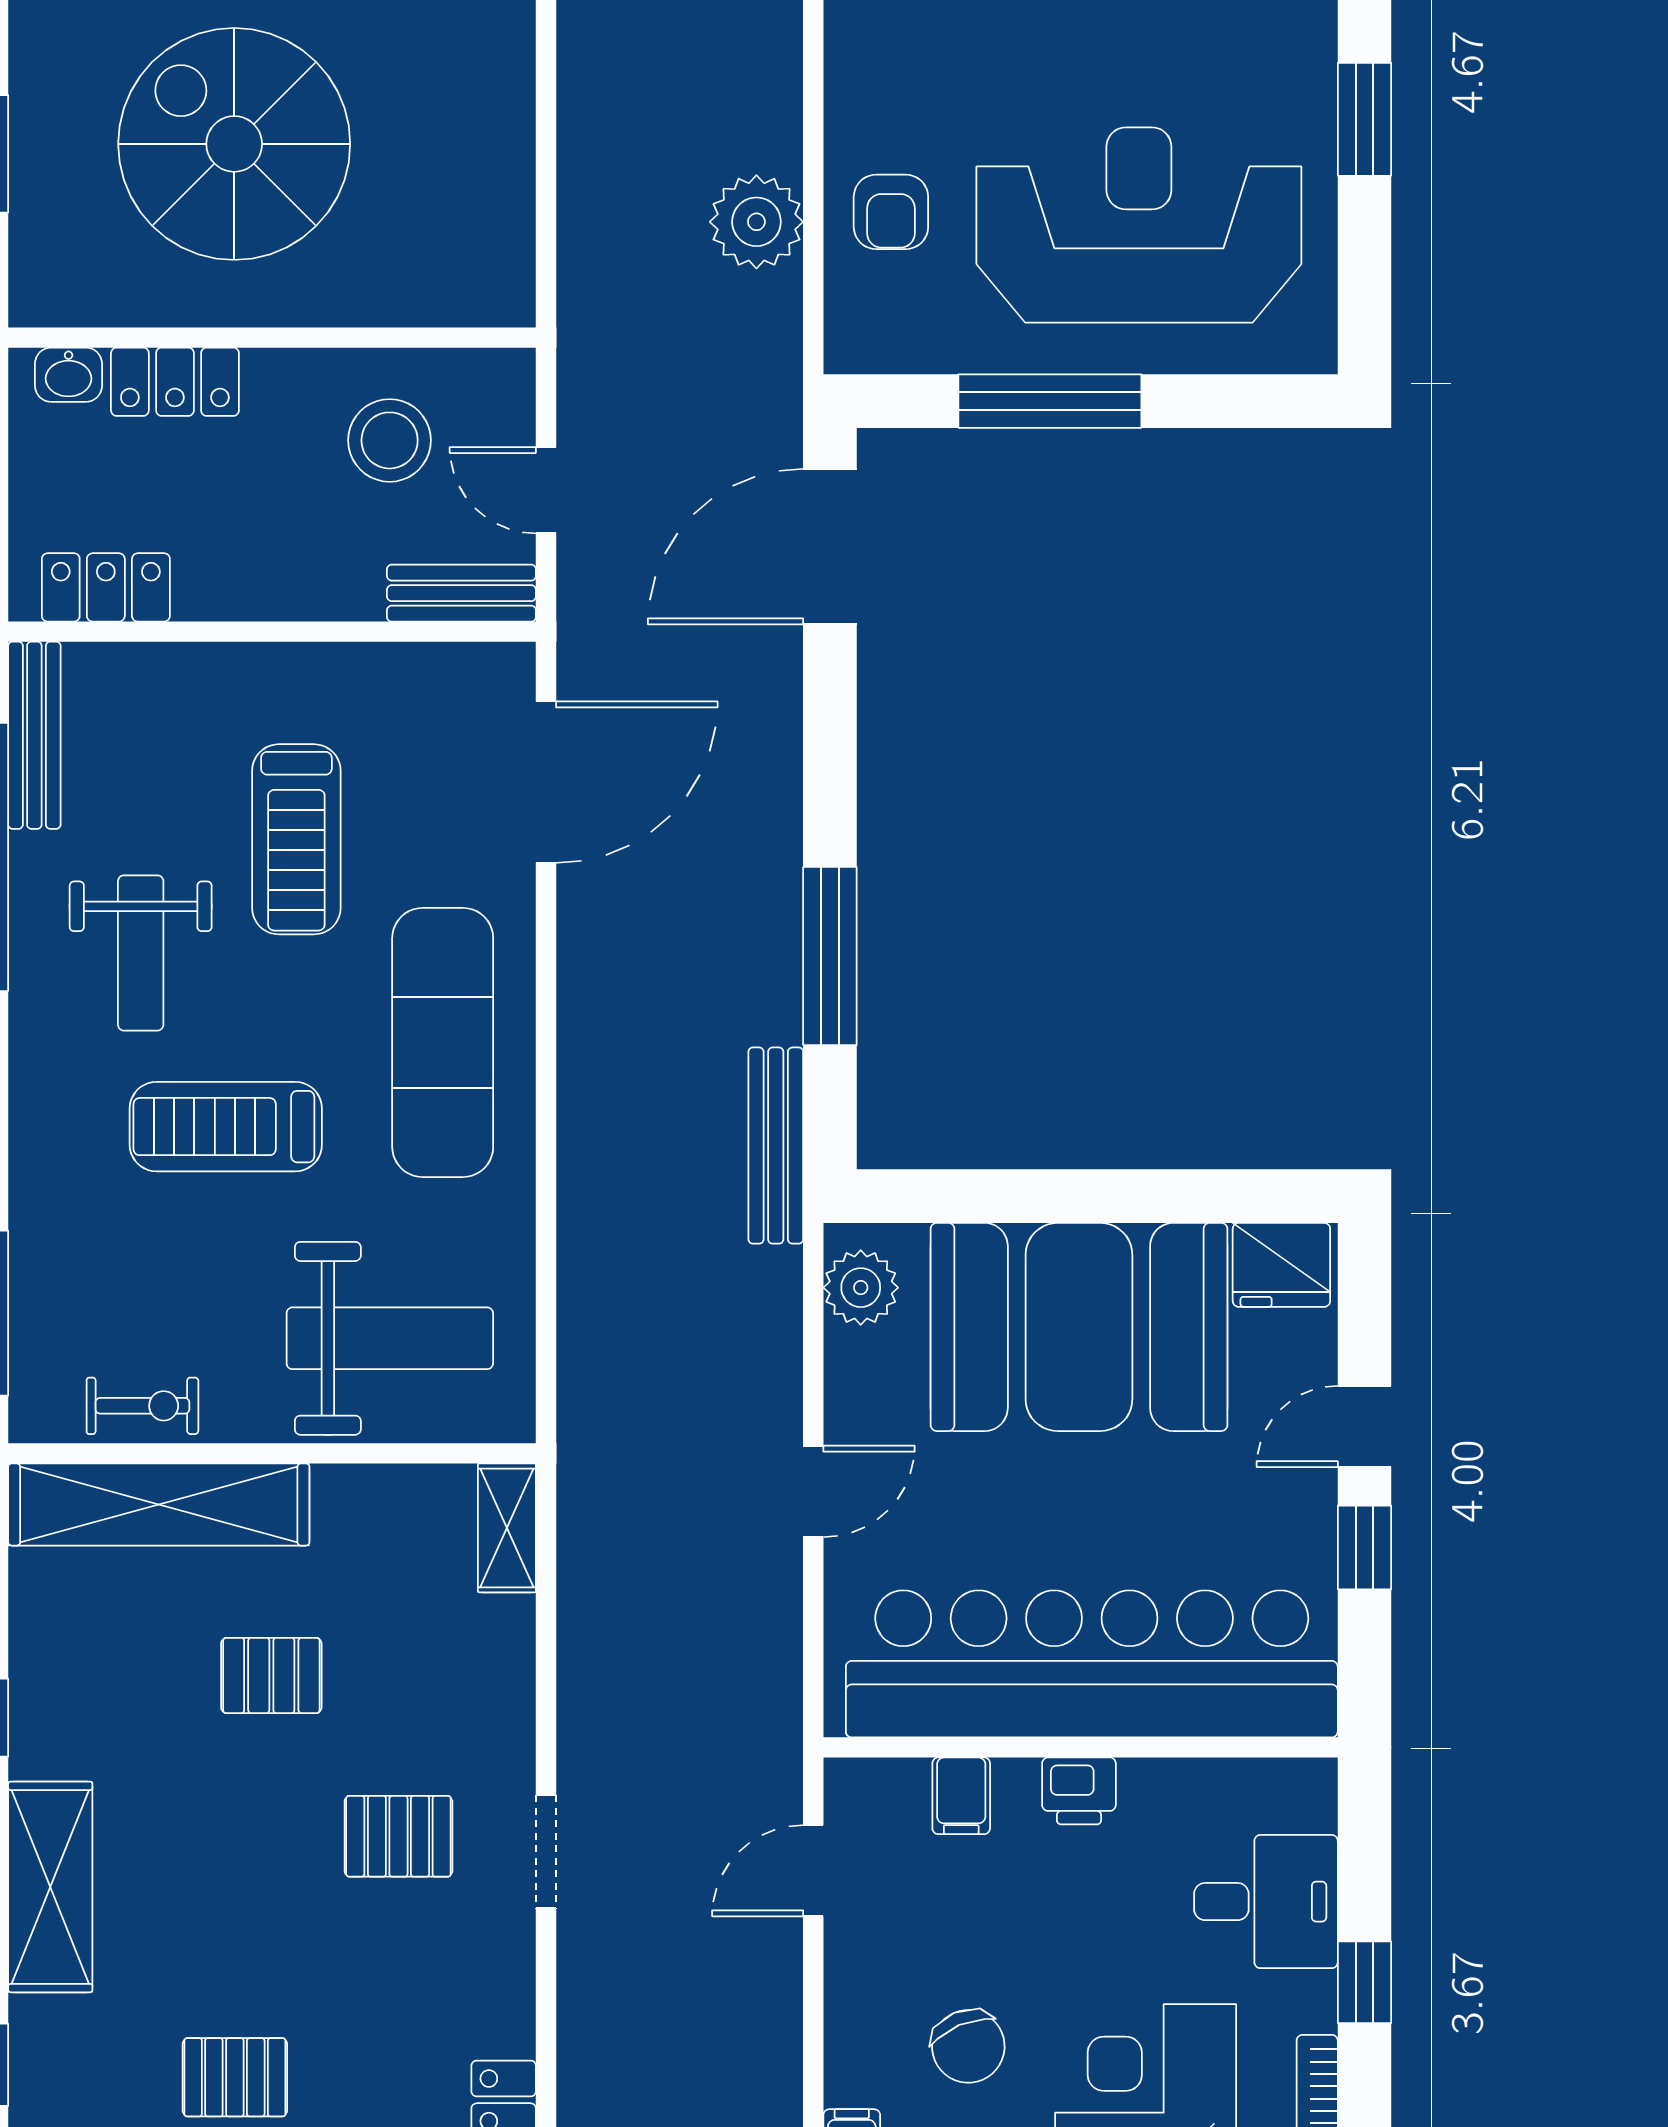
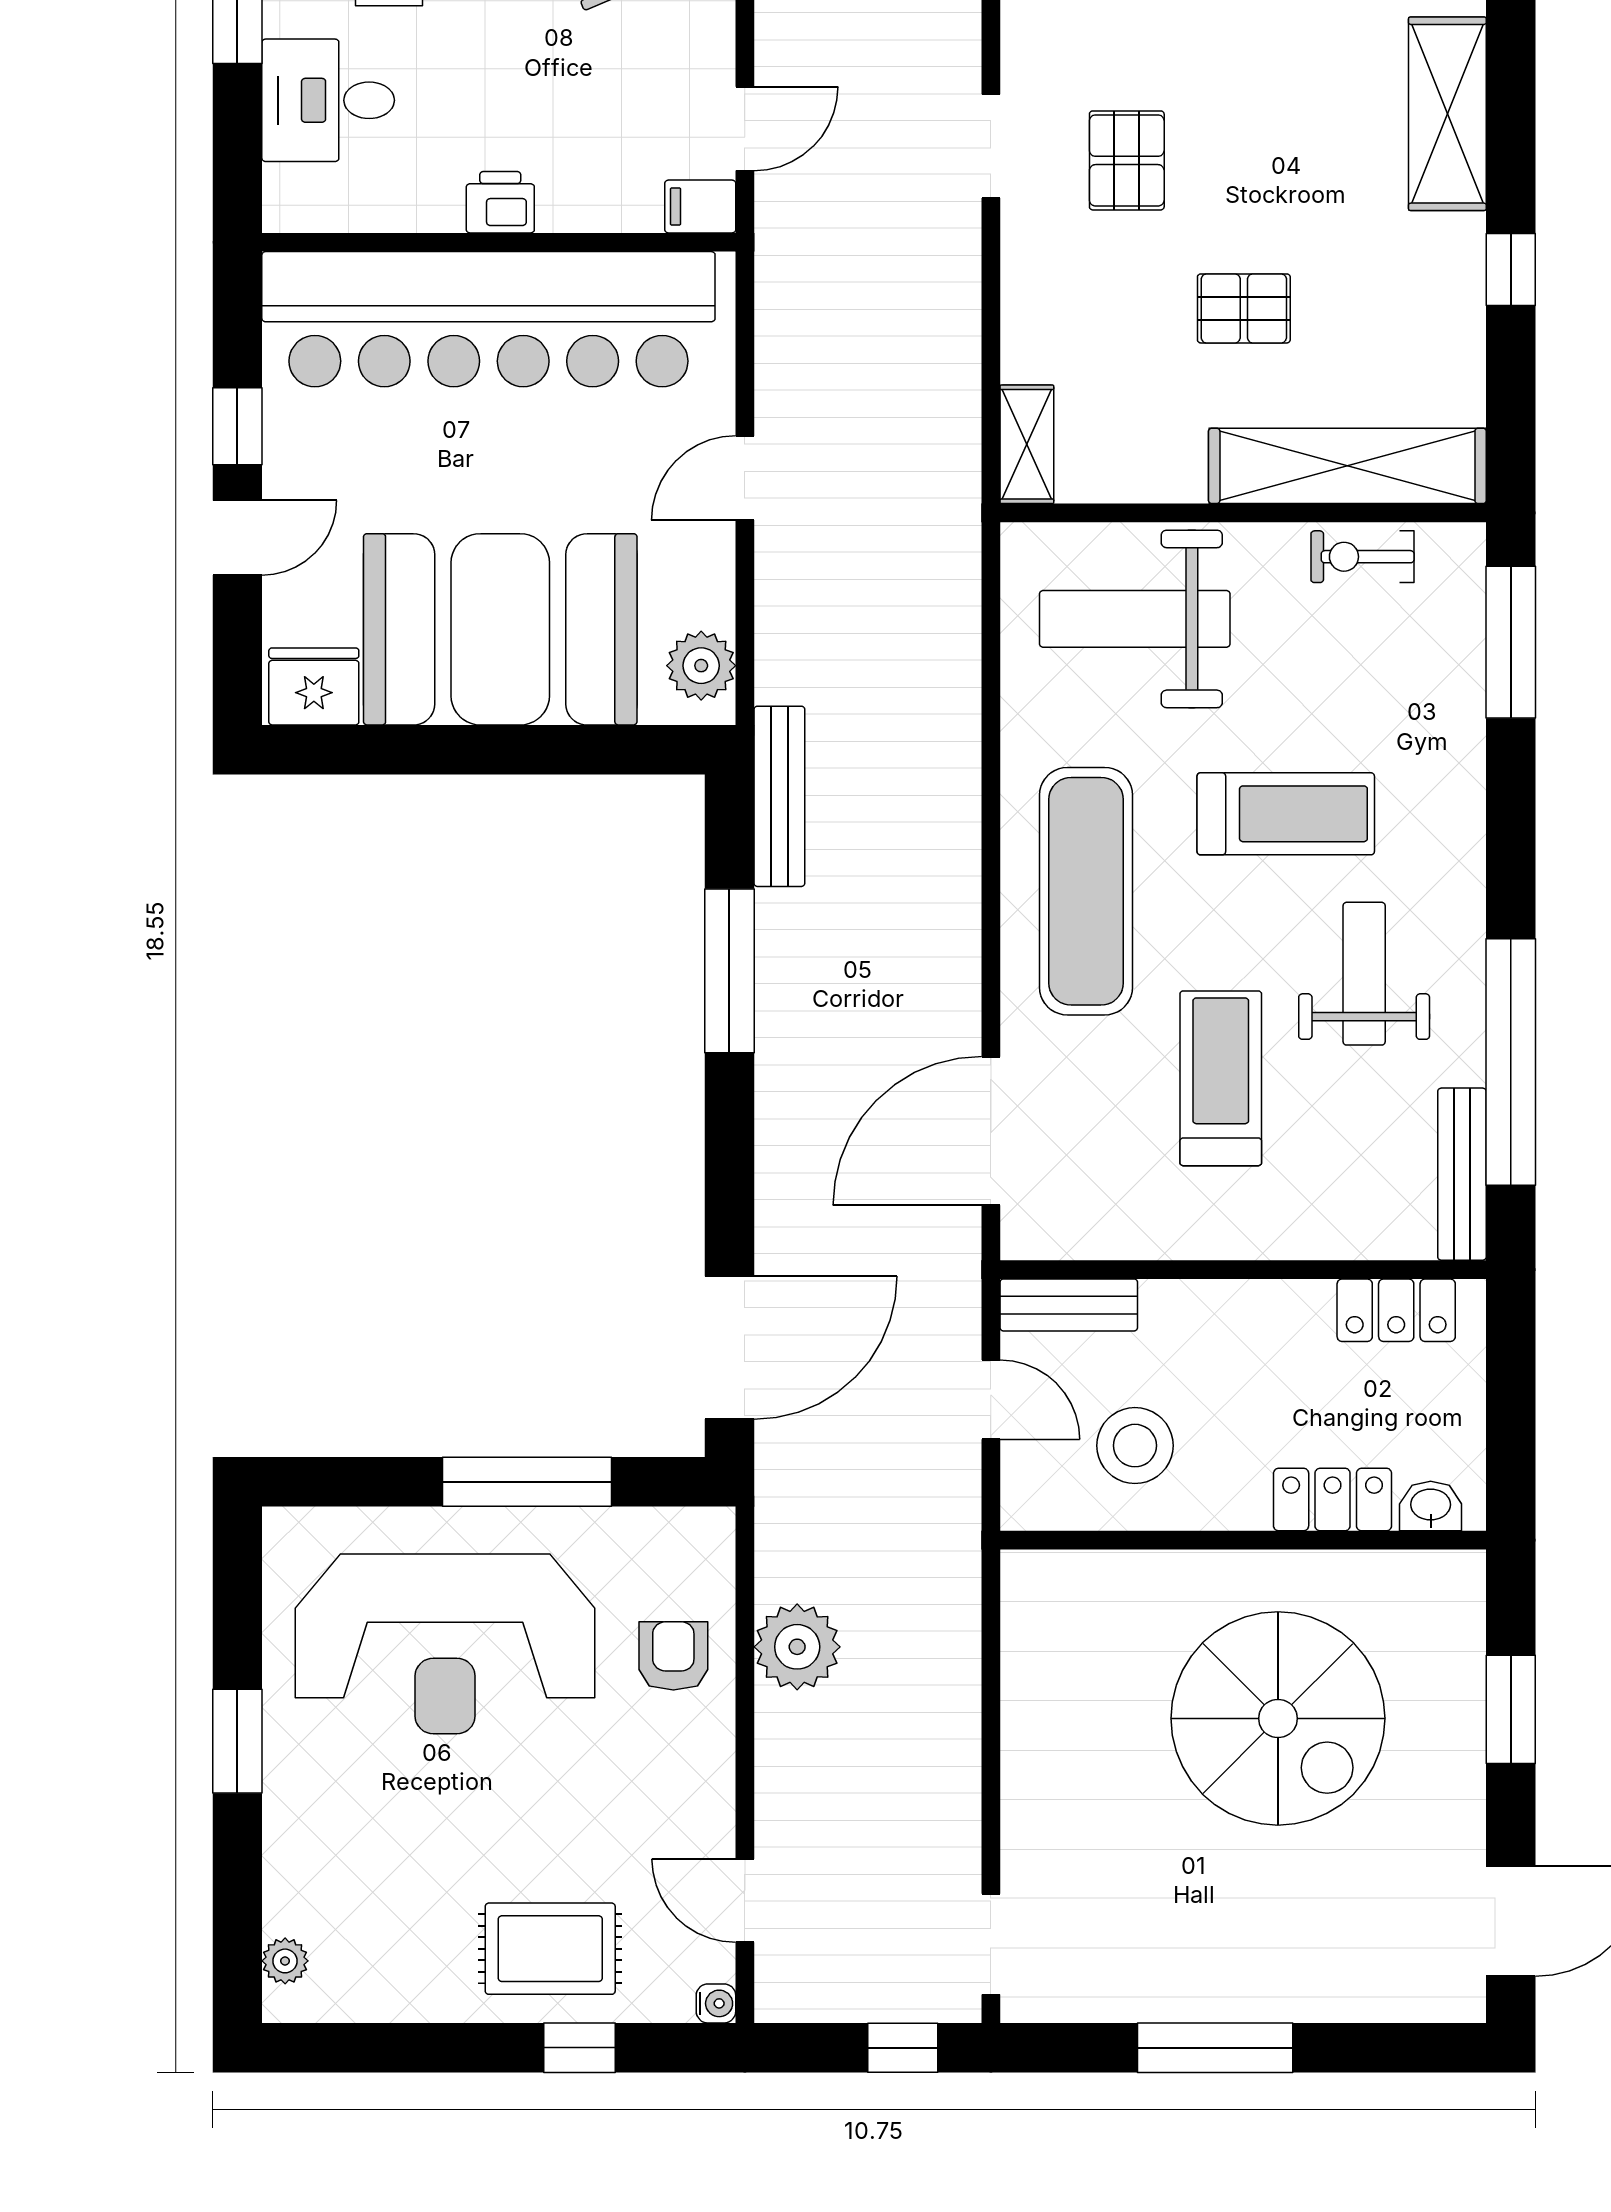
filing cabinet: (961, 1796) -> (700, 206), moved, turned -90
pallet: (398, 1836) -> (1127, 160), turned 90

